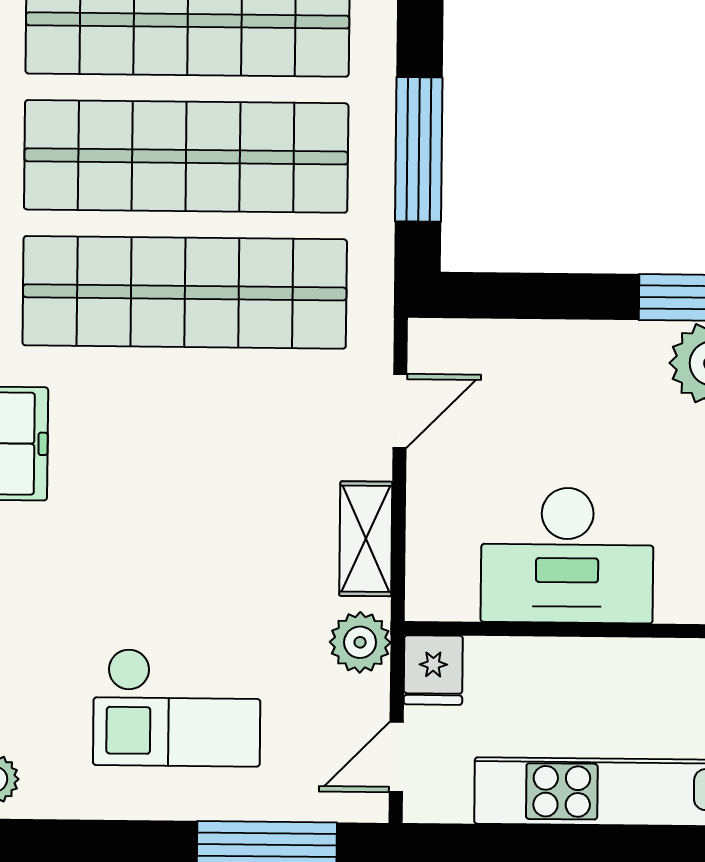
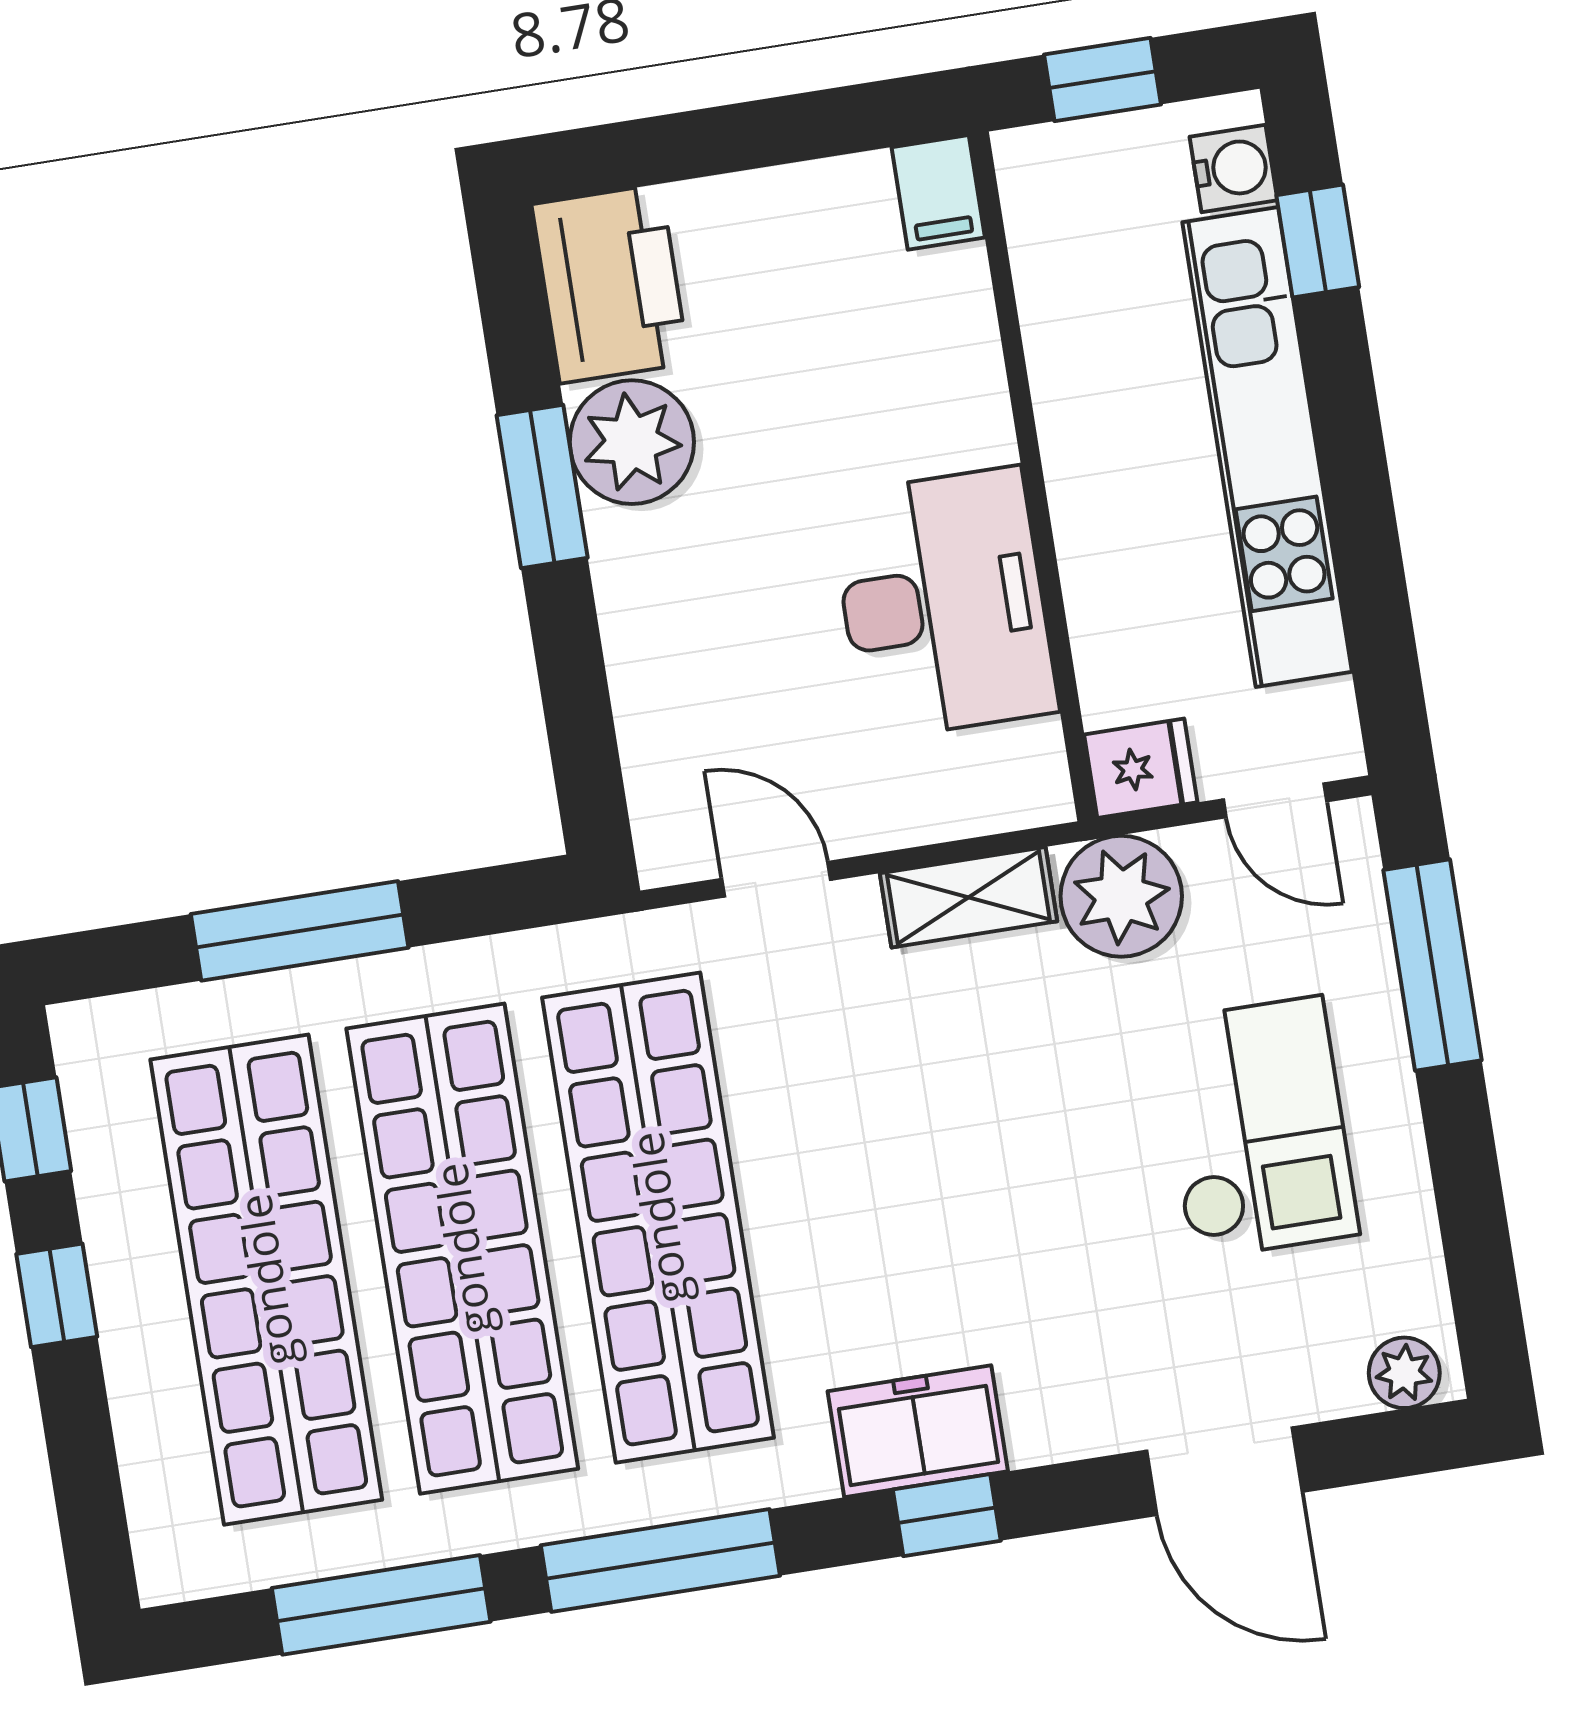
window: (419, 149) -> (300, 931), moved
plant: (360, 642) -> (1121, 896), width x1.36, depth x1.36

